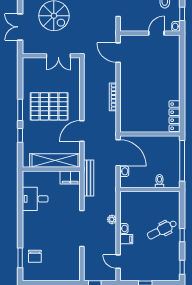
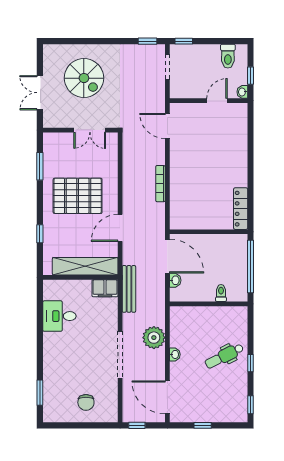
window: (20, 110) -> (40, 166), moved
plant: (112, 219) -> (154, 338), width x1.88, depth x1.88
filing cabinet: (126, 239) -> (178, 368), removed
chair: (35, 256) -> (86, 402), moved
door: (118, 262) -> (167, 397), width x1.88

